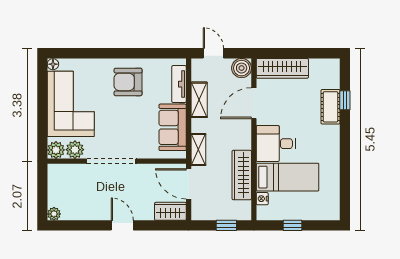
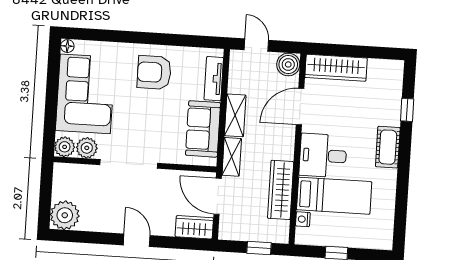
shelving: (199, 100) -> (235, 115), moved
cot: (331, 107) -> (388, 147), moved
plant: (54, 214) -> (65, 215), width x1.88, depth x1.88

